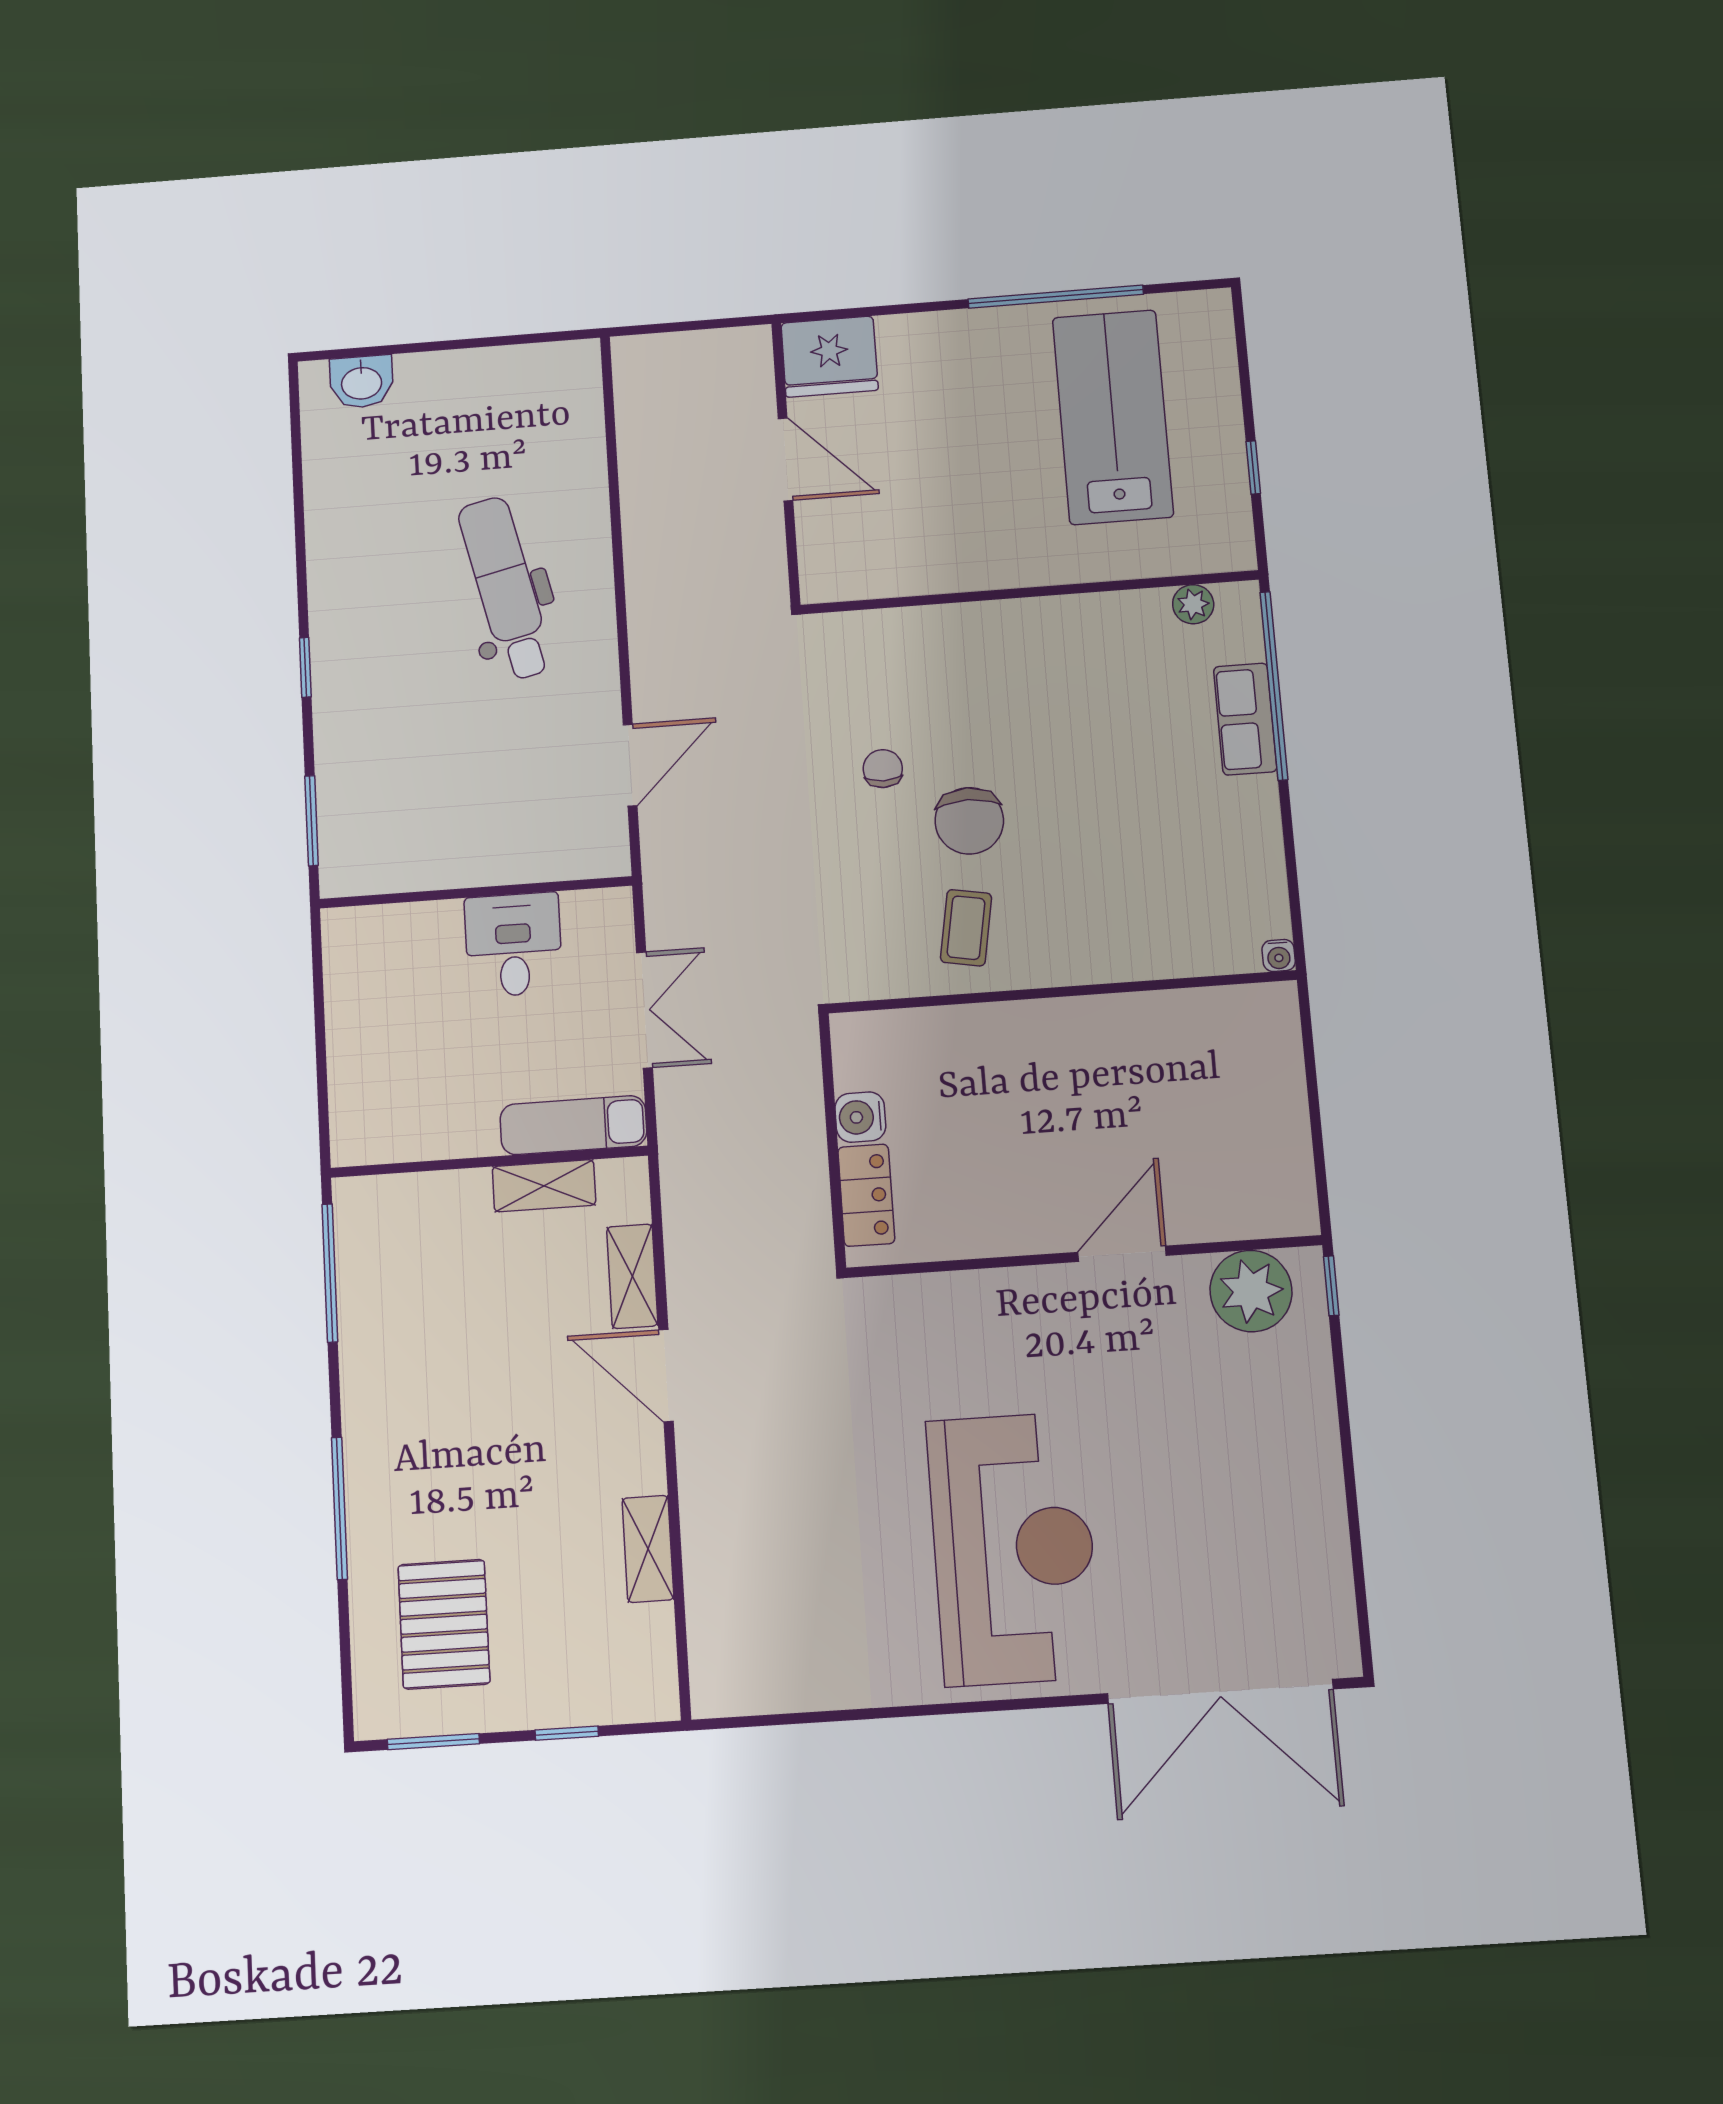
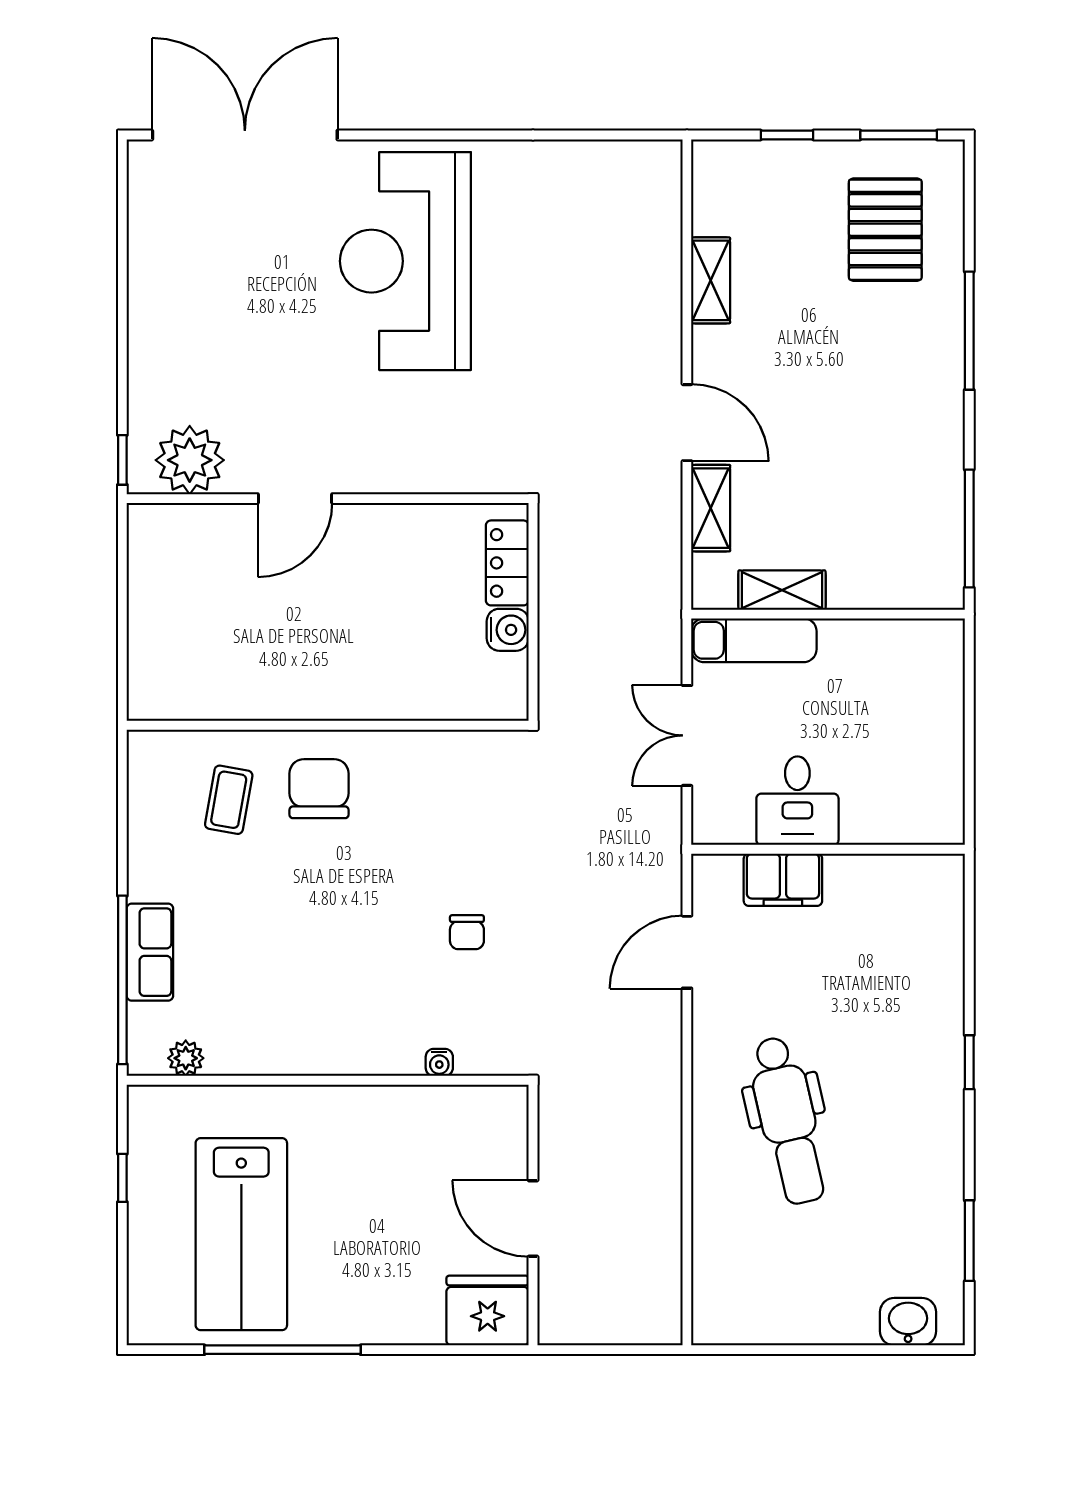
window: (312, 821) -> (969, 1241), moved
chair: (969, 821) -> (319, 789), moved
filing cabinet: (525, 854) -> (783, 880), added
coffee table: (966, 928) -> (229, 800), moved
water cooler: (1279, 955) -> (439, 1062), moved, turned 180

